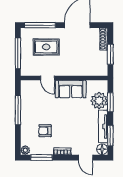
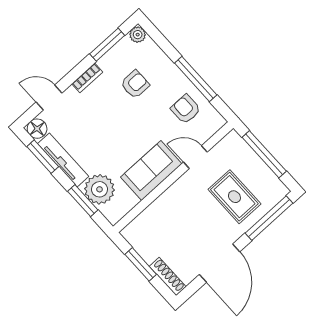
rug: (46, 47) -> (234, 197), turned 90
armchair: (34, 101) -> (186, 109), added

